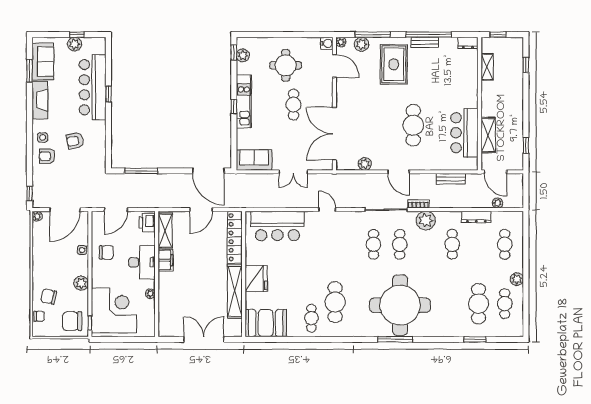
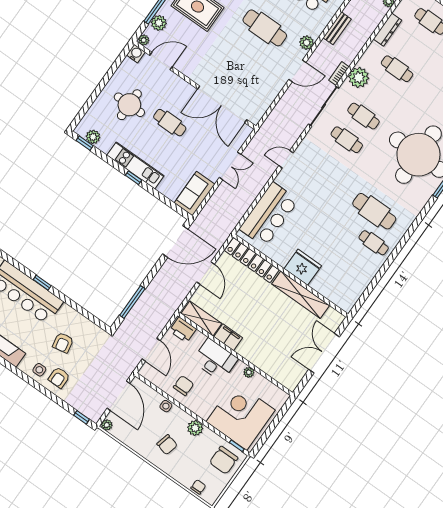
plant: (365, 164) -> (307, 43), moved
chair: (49, 297) -> (167, 445), moved, turned -88
booth: (266, 323) -> (349, 287), removed

